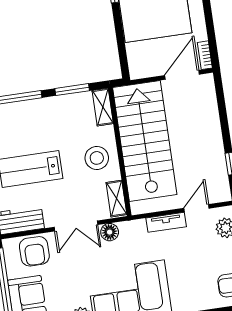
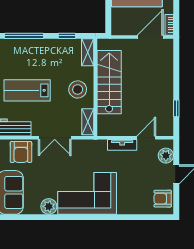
window: (72, 90) -> (67, 36), width x0.67
stairs: (145, 141) -> (109, 82), width x0.73, depth x0.66
floor lamp: (110, 232) -> (79, 146), removed

